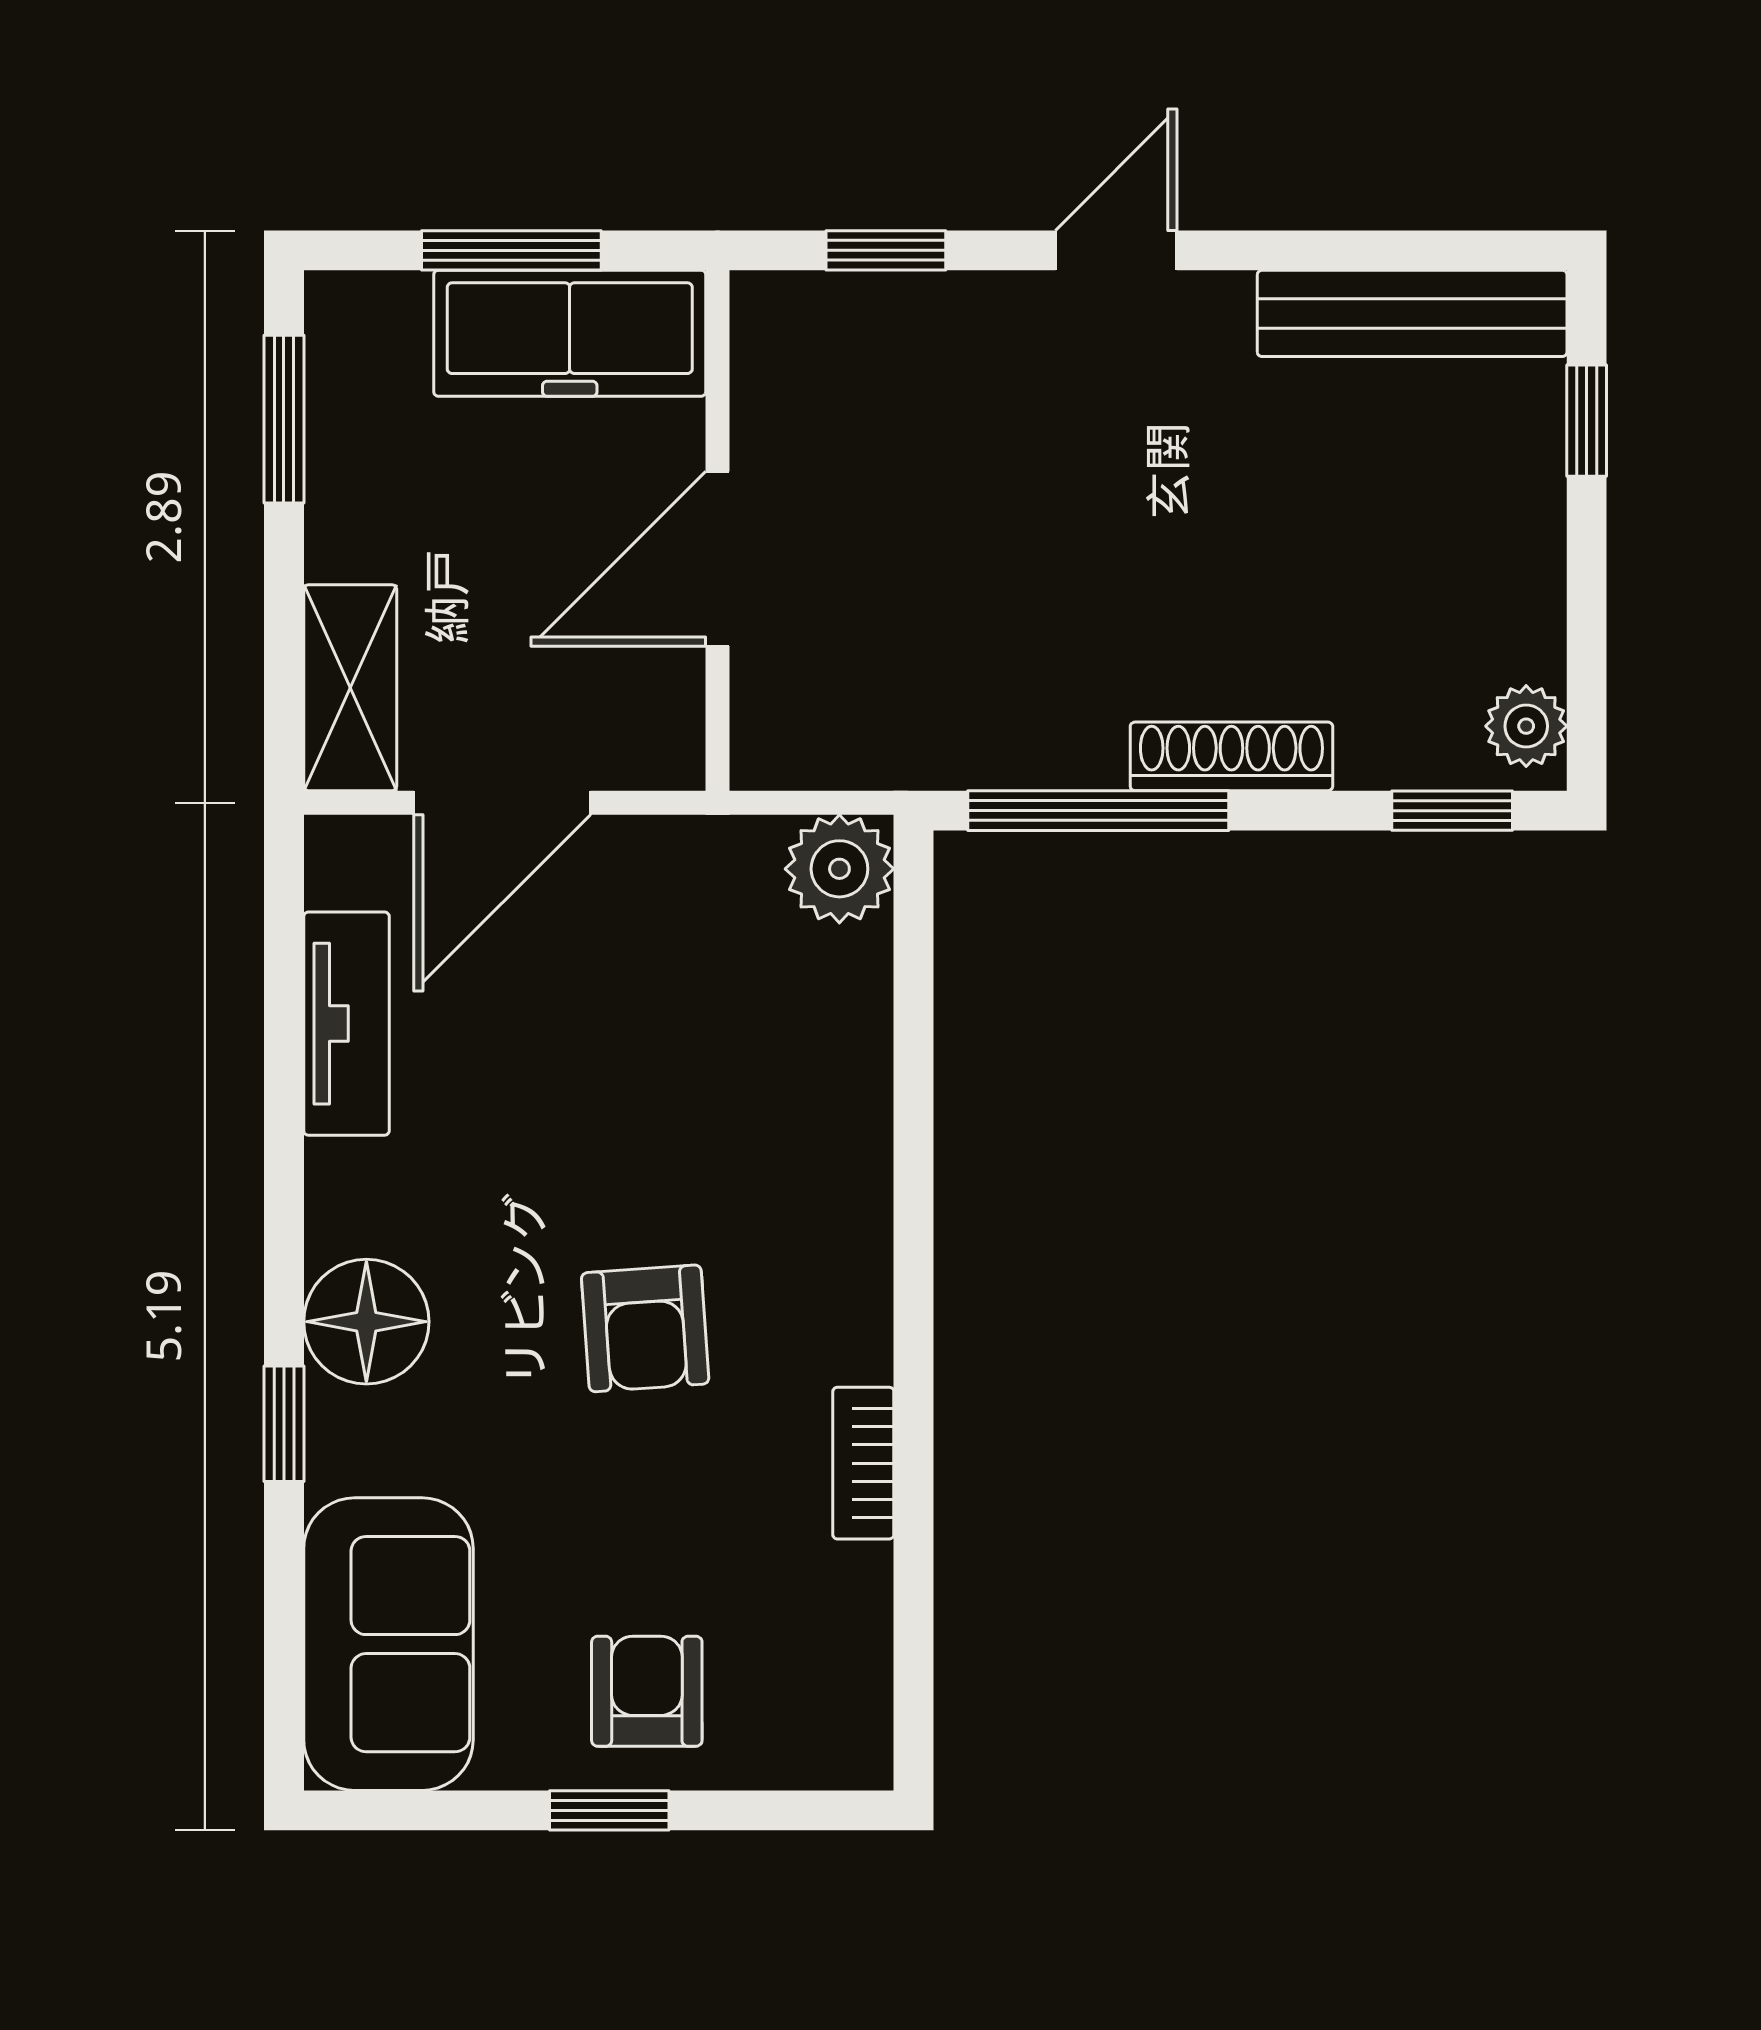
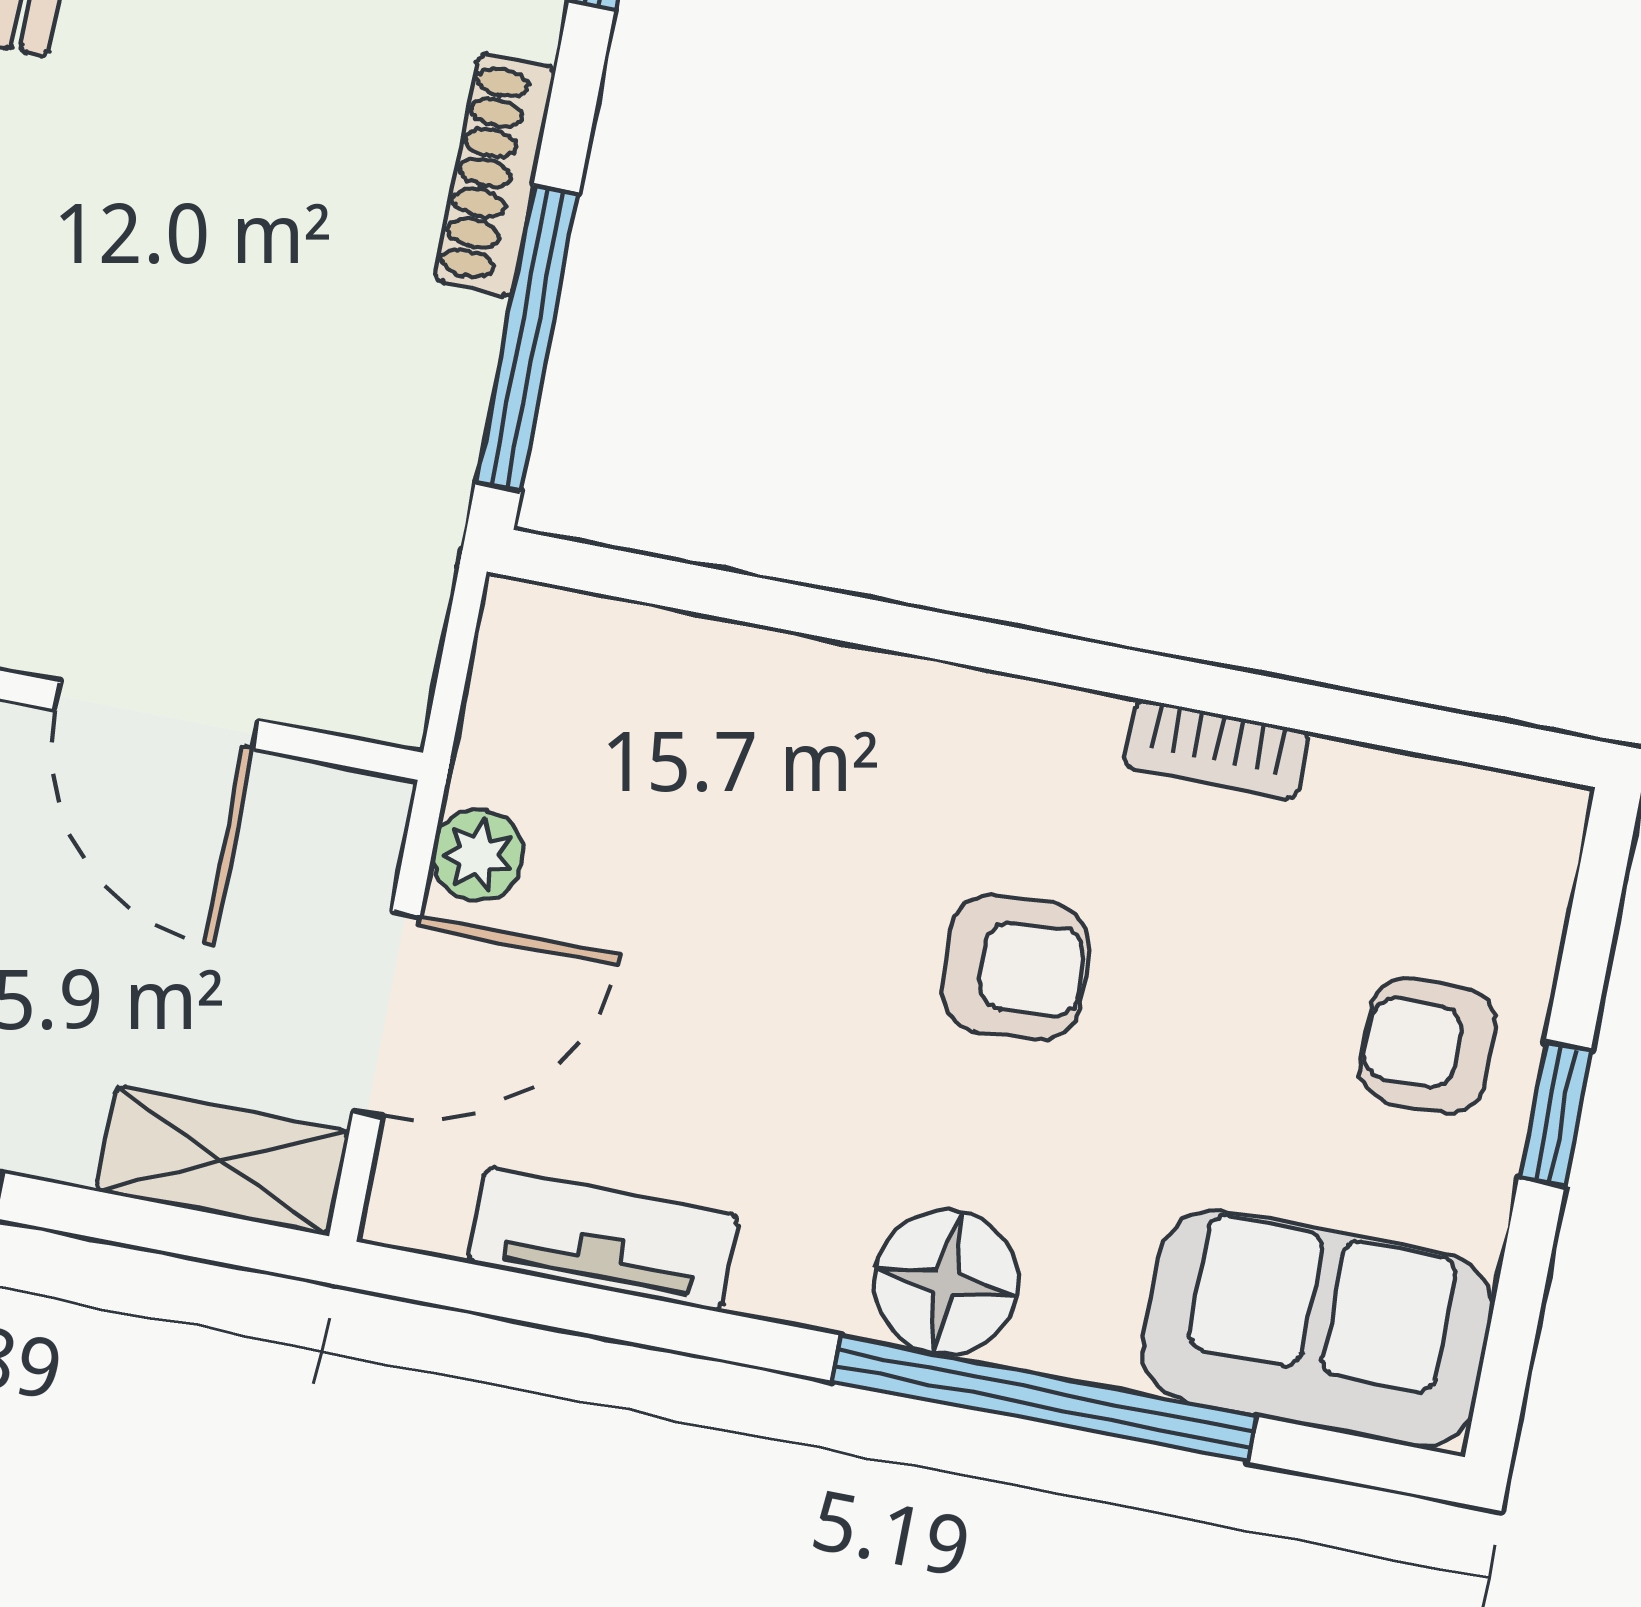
door: (502, 803) -> (387, 1014), hinge flipped
plant: (839, 869) -> (478, 855), moved, width x0.73, depth x0.73
window: (284, 1424) -> (1044, 1399), width x3.17

